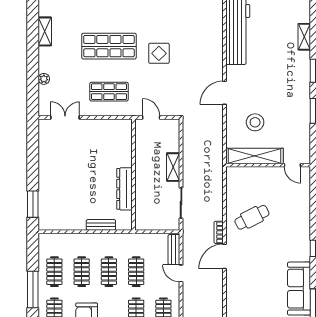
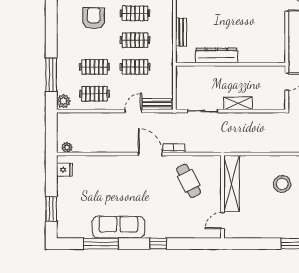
shelving: (255, 156) -> (232, 183), moved
wall: (268, 165) -> (223, 197), moved
door: (292, 165) -> (223, 221), moved

